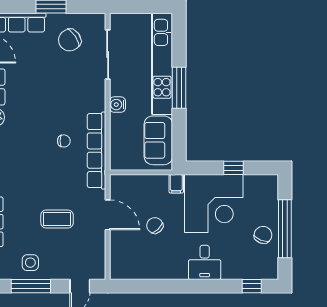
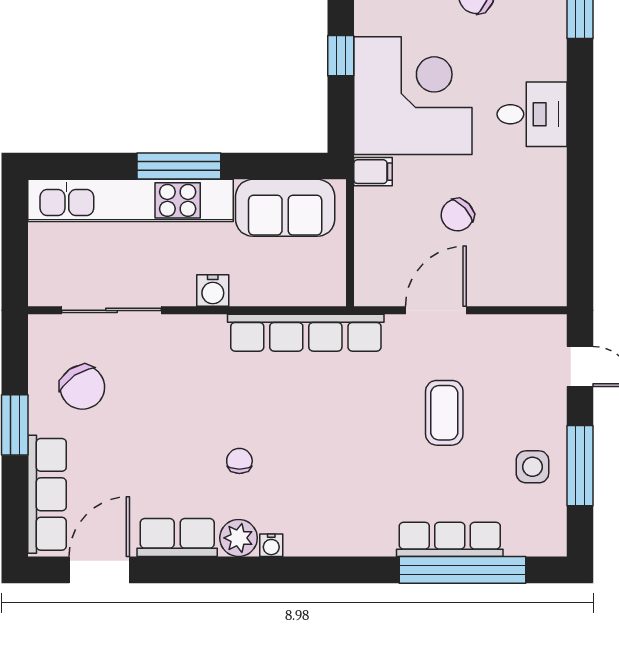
chair: (64, 141) -> (239, 461), moved

